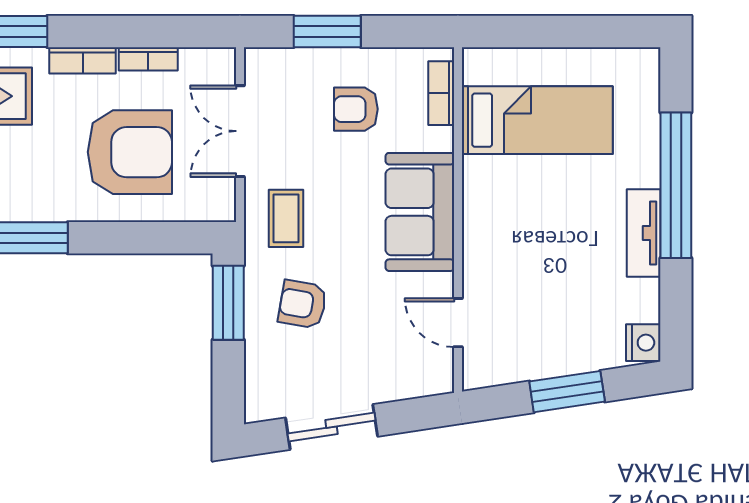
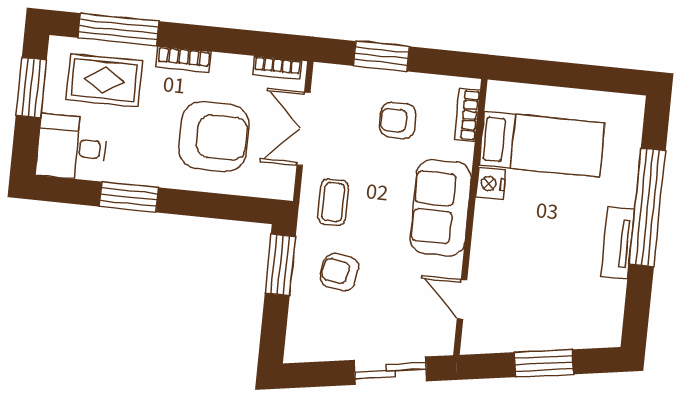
bookcase: (148, 59) -> (277, 68), moved
nightstand: (643, 343) -> (491, 184), moved, turned 180
sliding door: (332, 427) -> (391, 371), moved

